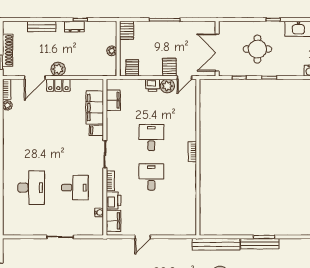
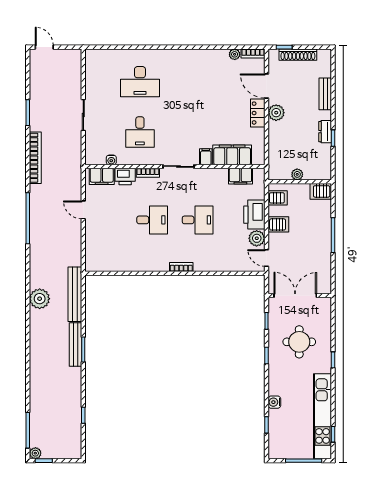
server rack: (169, 67) -> (278, 224), moved
printer: (153, 85) -> (254, 215), width x1.87, depth x1.48

